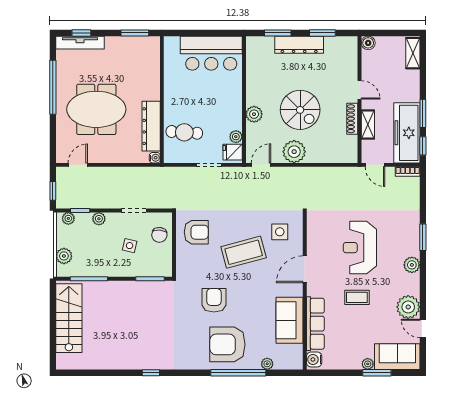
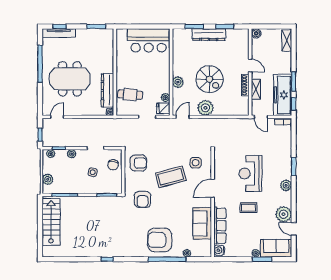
armchair: (214, 300) -> (143, 199), moved, turned 180

